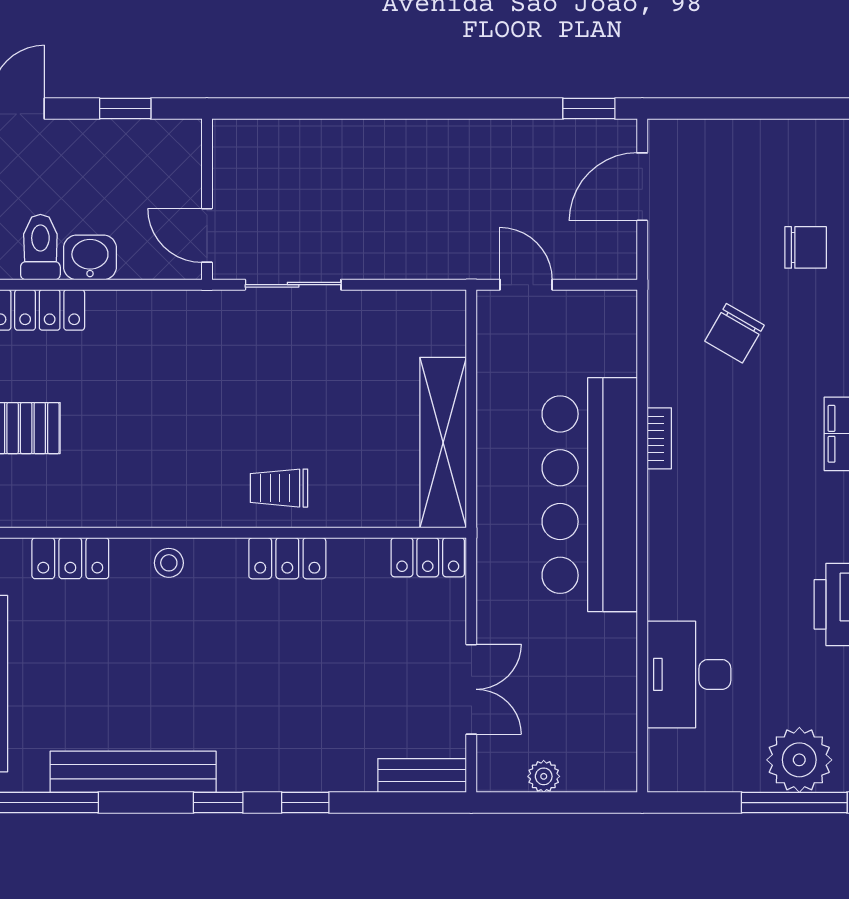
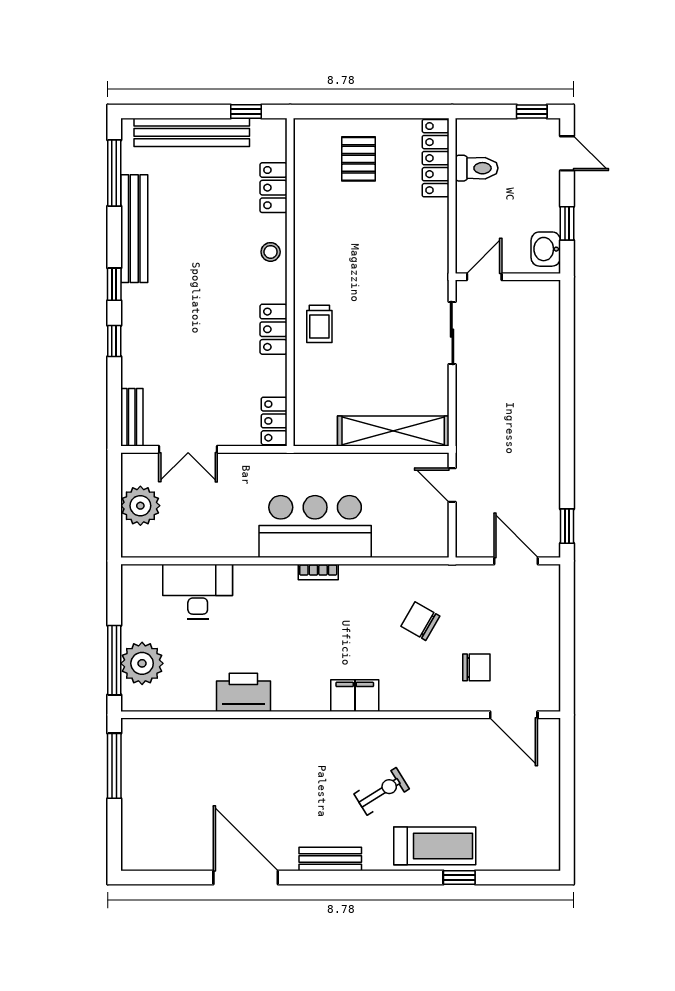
chair: (806, 247) -> (476, 667), turned -90
washbasin: (90, 257) -> (546, 249), moved, turned 180
door: (526, 285) -> (452, 485), swing flipped
bookcase: (659, 438) -> (318, 572), moved
shelving: (443, 443) -> (393, 431), moved
trolley: (279, 488) -> (319, 324), turned 180
bar counter: (590, 495) -> (315, 527), width x0.73
plant: (544, 776) -> (140, 506), width x1.88, depth x1.88

